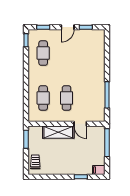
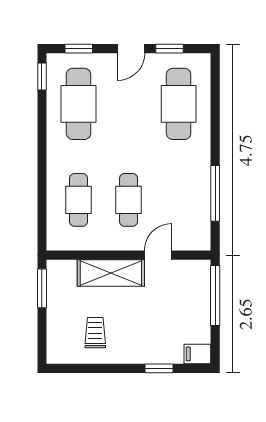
cafe table: (43, 53) -> (79, 104), width x1.37, depth x1.35
cafe table: (90, 53) -> (179, 104), added
door: (80, 124) -> (158, 255), swing flipped
trolley: (35, 162) -> (95, 333), moved

